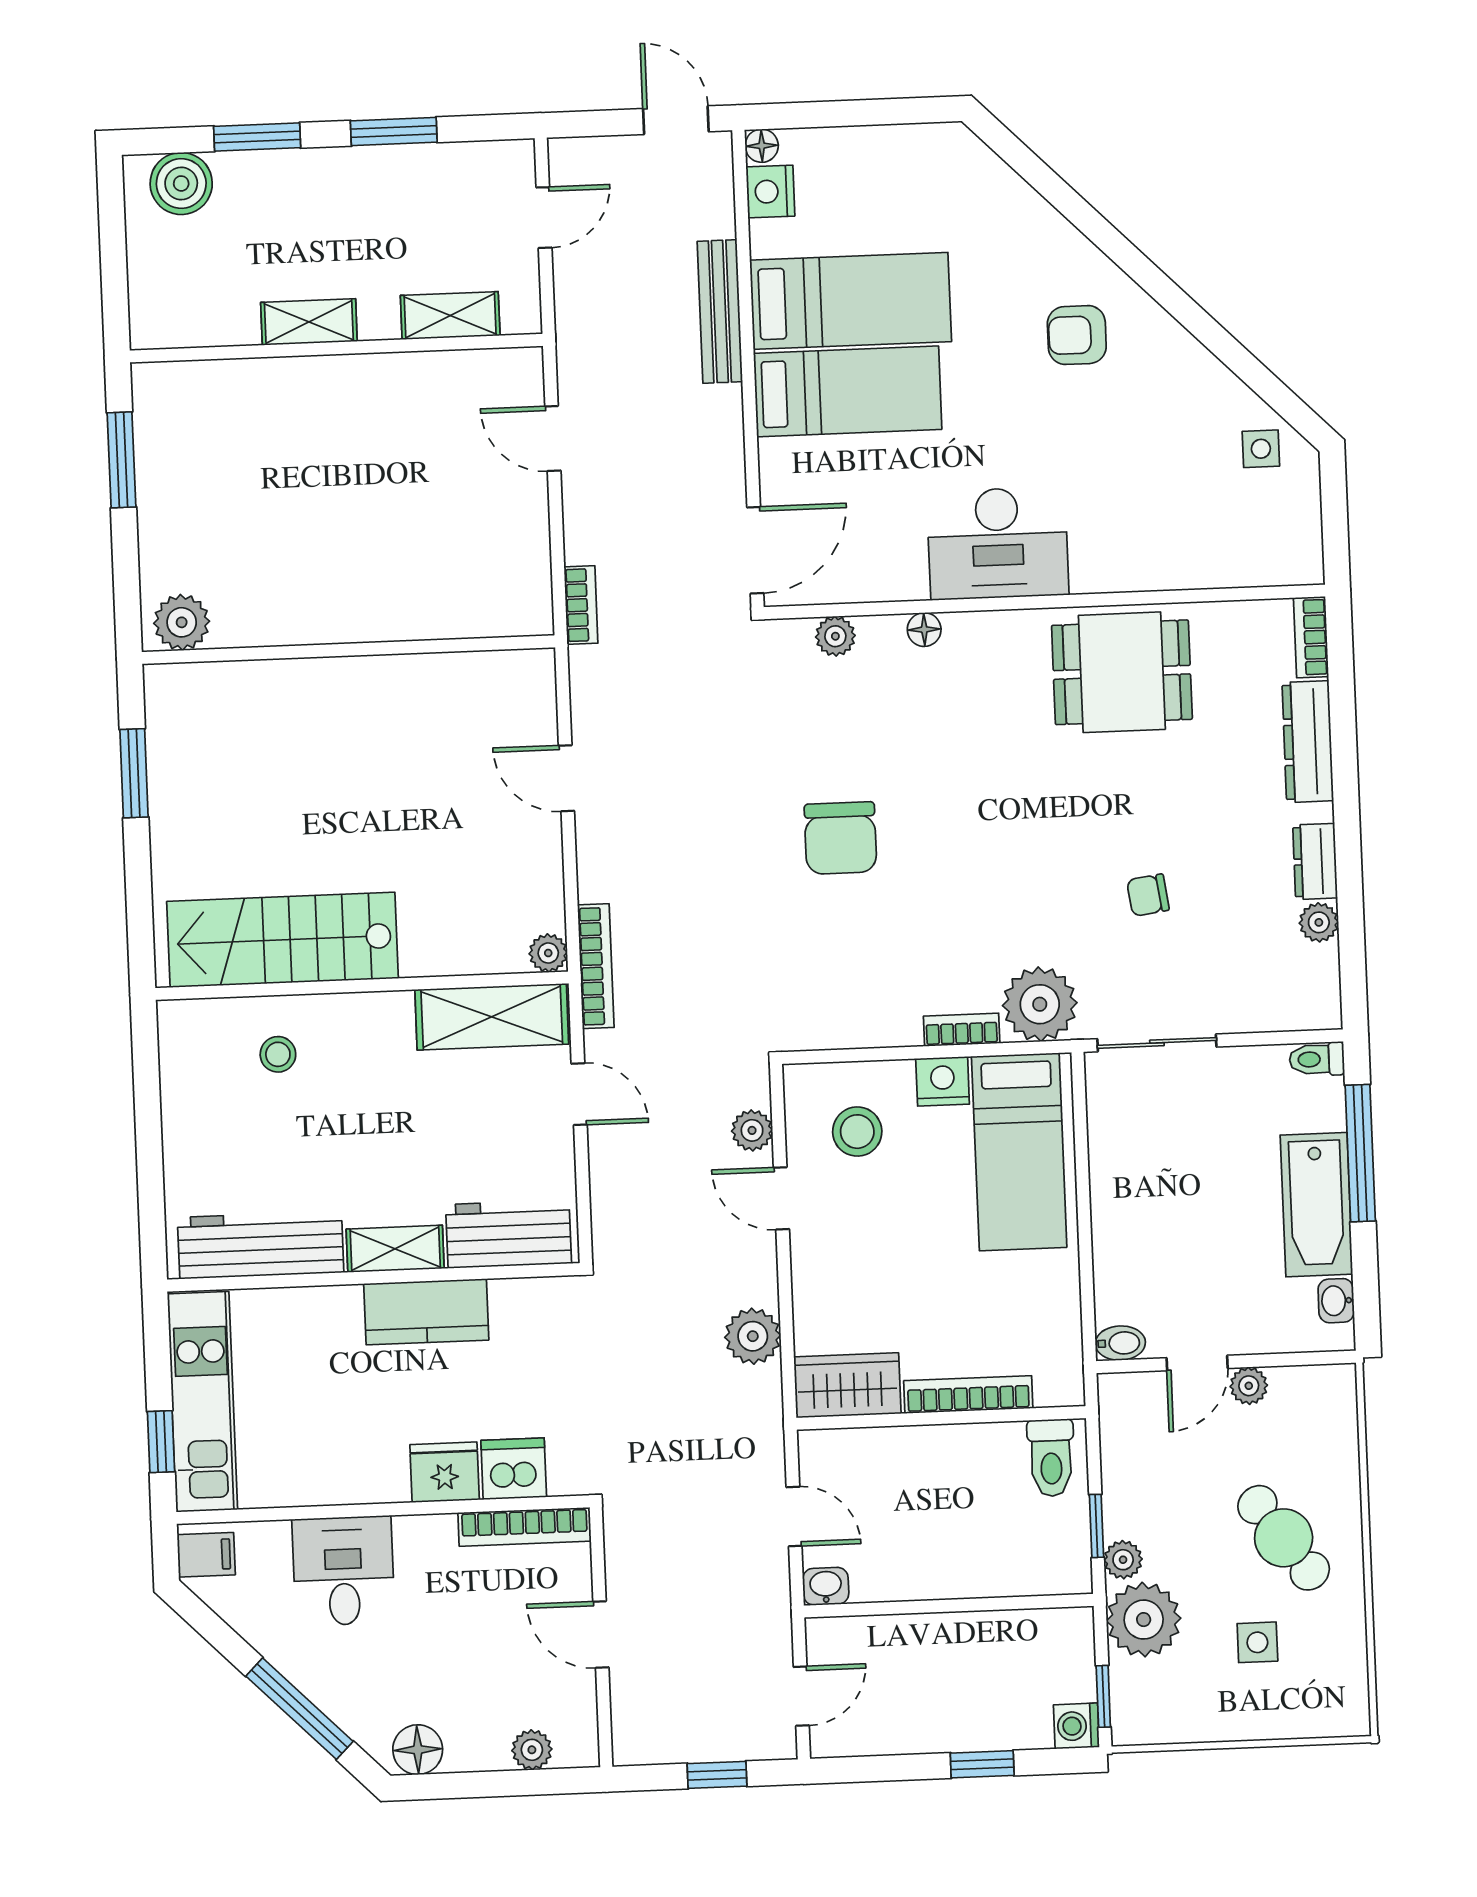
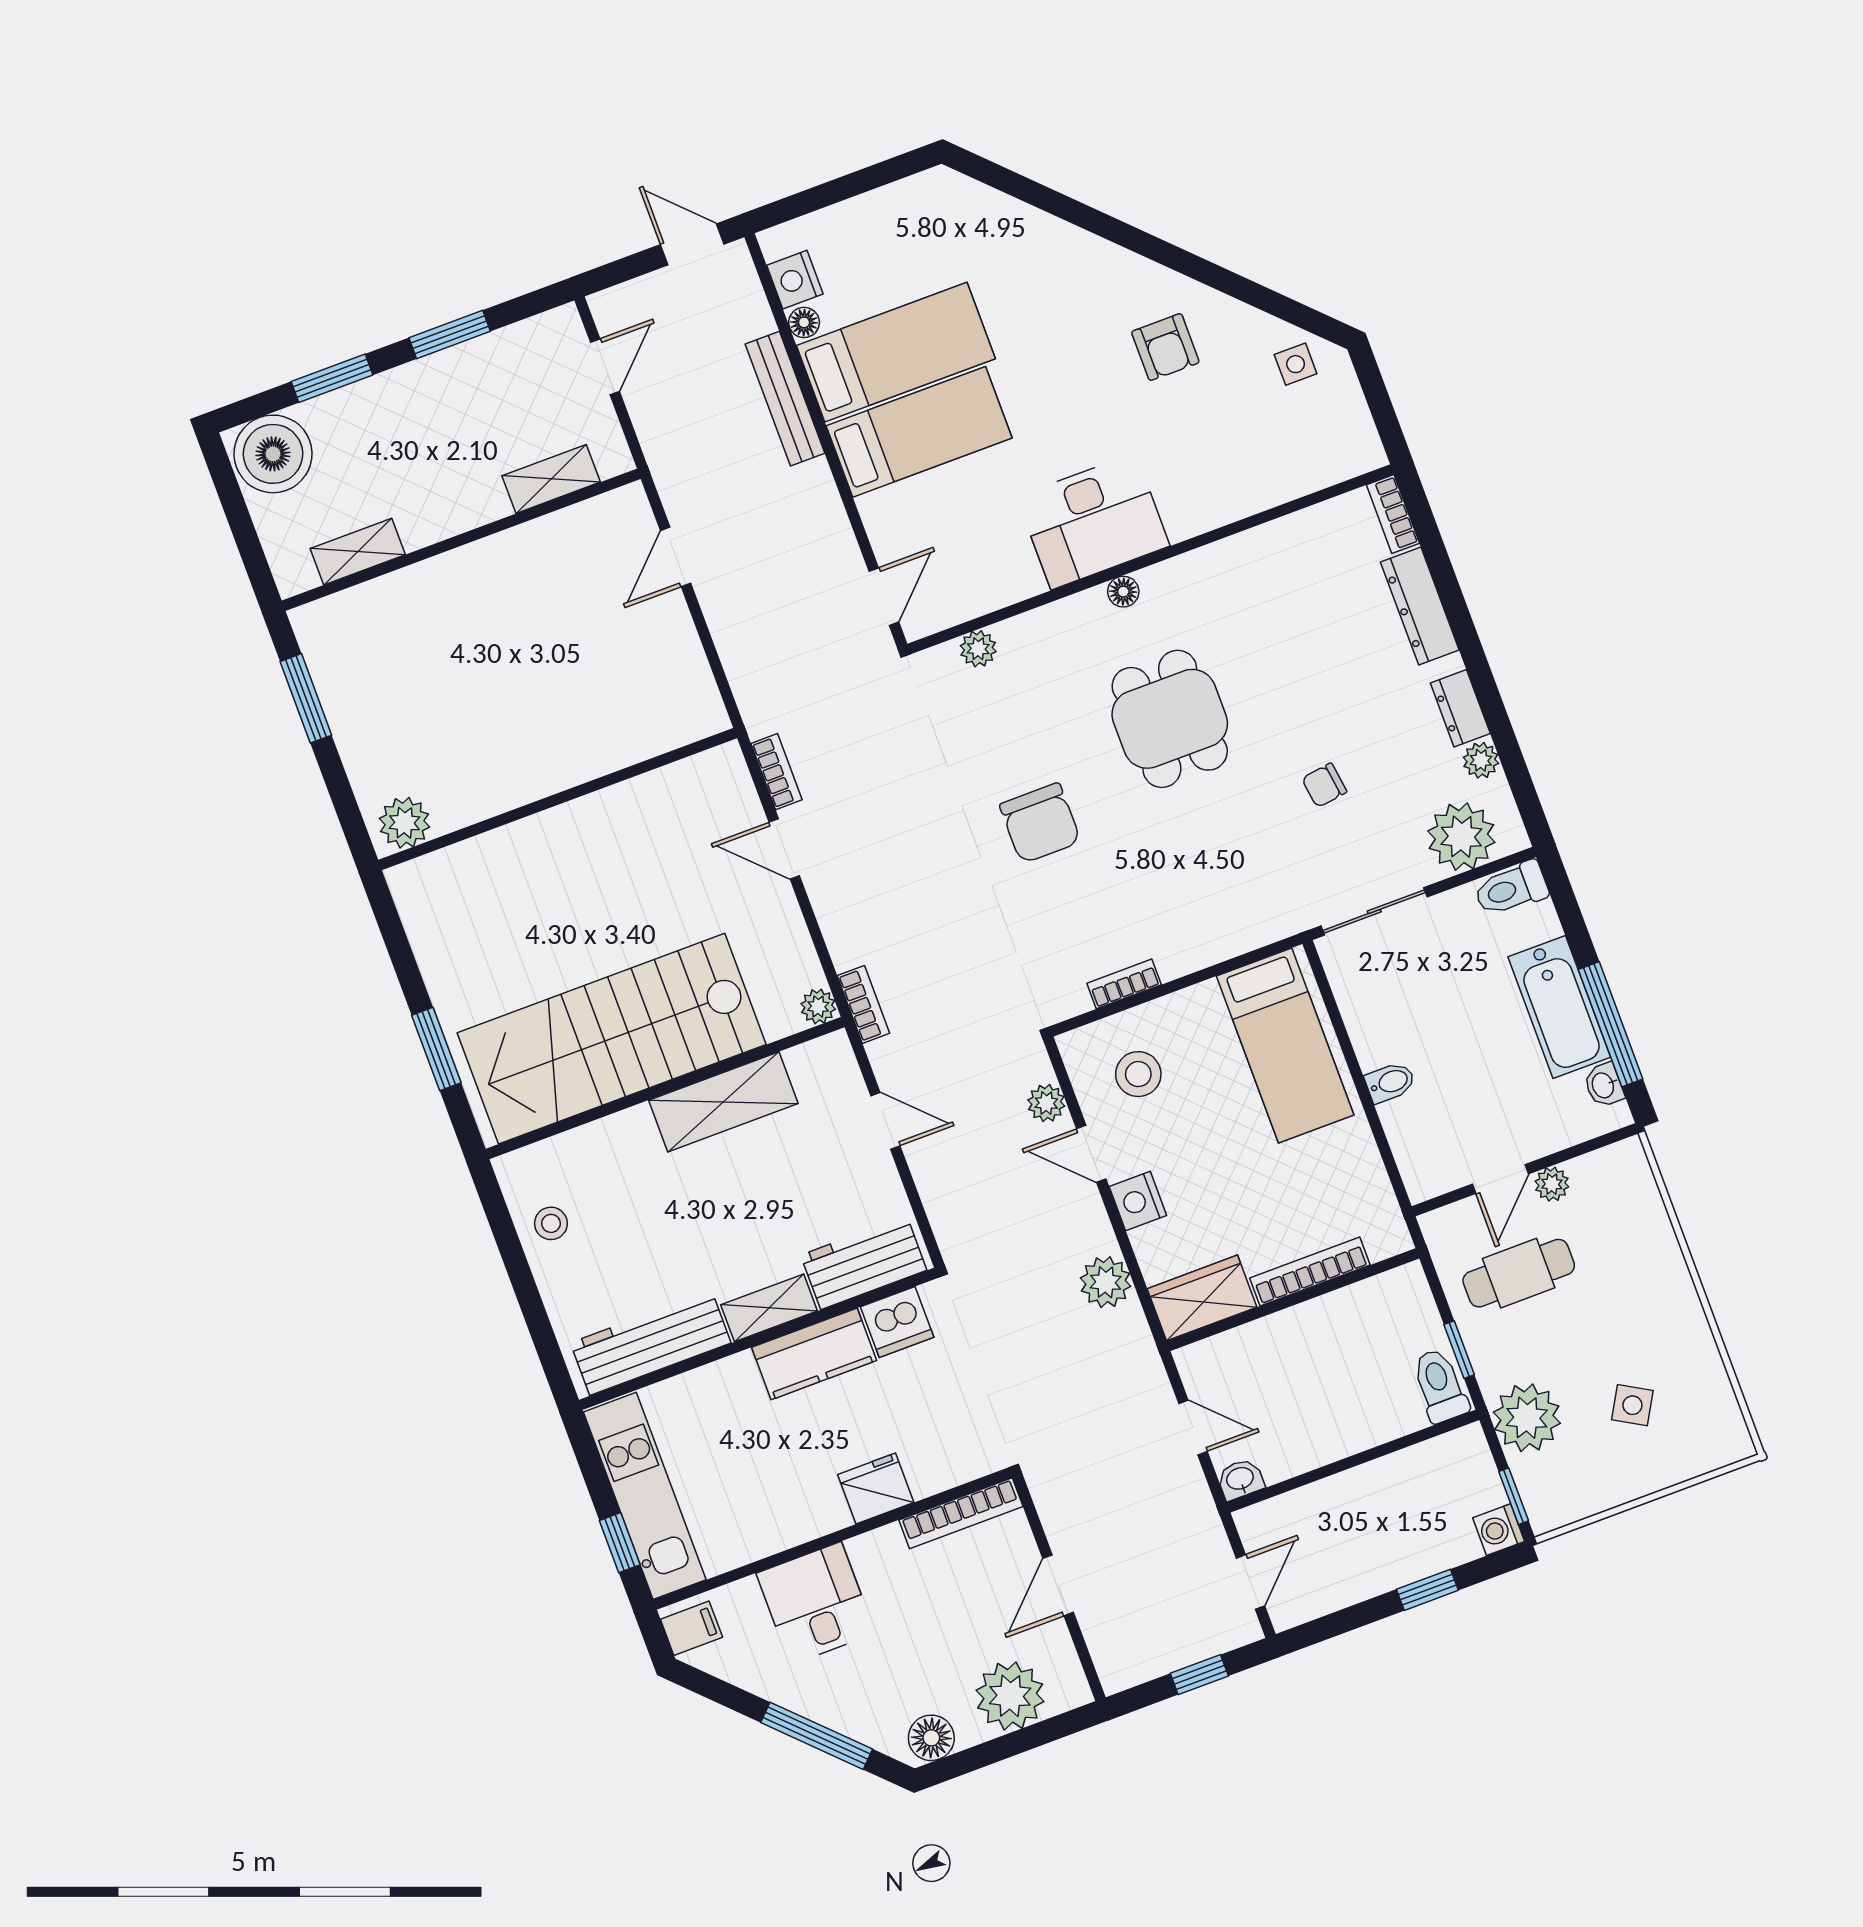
floor lamp: (762, 146) -> (804, 322), moved
boiler: (181, 183) -> (273, 454), width x1.37, depth x1.37
shelving: (309, 322) -> (358, 552), moved
armchair: (1077, 335) -> (1165, 347), moved, turned -90
door: (553, 439) -> (676, 557), hinge flipped
door: (755, 550) -> (884, 597), width x0.73
bookcase: (581, 605) -> (776, 772), moved
floor lamp: (924, 630) -> (1123, 592), moved
dining table: (1122, 672) -> (1170, 719), moved, turned 90
window: (134, 773) -> (436, 1049), moved
stairs: (283, 940) -> (612, 1039), width x1.36, depth x1.51
bookcase: (596, 966) -> (863, 1004), width x0.64
plant: (1040, 1004) -> (1461, 837), moved
shelving: (492, 1017) -> (723, 1102), moved
bookcase: (962, 1030) -> (1124, 984), moved
stool: (278, 1054) -> (551, 1223), moved
toilet: (1317, 1059) -> (1511, 889), width x1.37, depth x1.39
nightstand: (943, 1081) -> (1138, 1201), moved, turned -90
window: (1360, 1153) -> (1610, 1024), moved
bidet: (1120, 1343) -> (1390, 1082), moved
toilet: (1051, 1458) -> (1440, 1386), moved, turned 180
dishwasher: (514, 1469) -> (897, 1322), moved, turned 180
cafe table: (1284, 1538) -> (1519, 1273), moved, turned -54
plant: (1123, 1560) -> (1492, 1371), removed
door: (601, 1635) -> (1058, 1585), hinge flipped
side table: (1257, 1642) -> (1632, 1405), turned 30
plant: (532, 1750) -> (1010, 1696), width x1.87, depth x1.87

